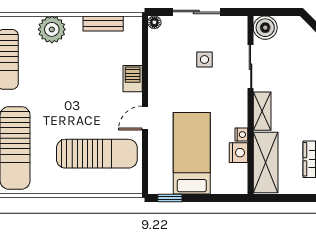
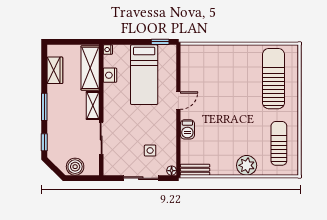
bench: (103, 23) -> (195, 170), moved
boiler: (265, 28) -> (75, 167), moved
side table: (204, 59) -> (150, 151), moved
nightstand: (241, 135) -> (108, 50), moved
sun lounger: (97, 154) -> (214, 74), removed

